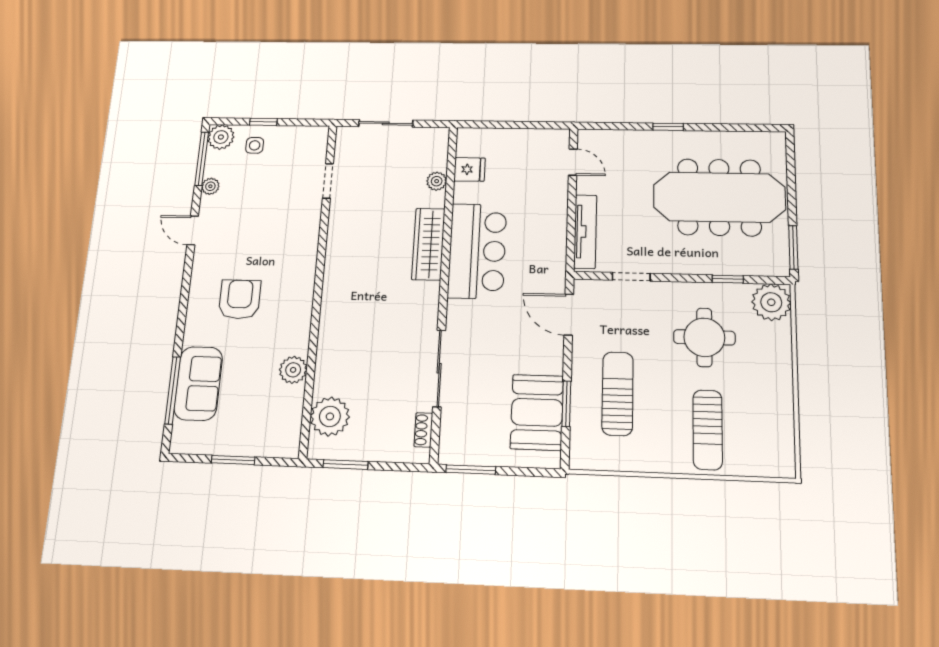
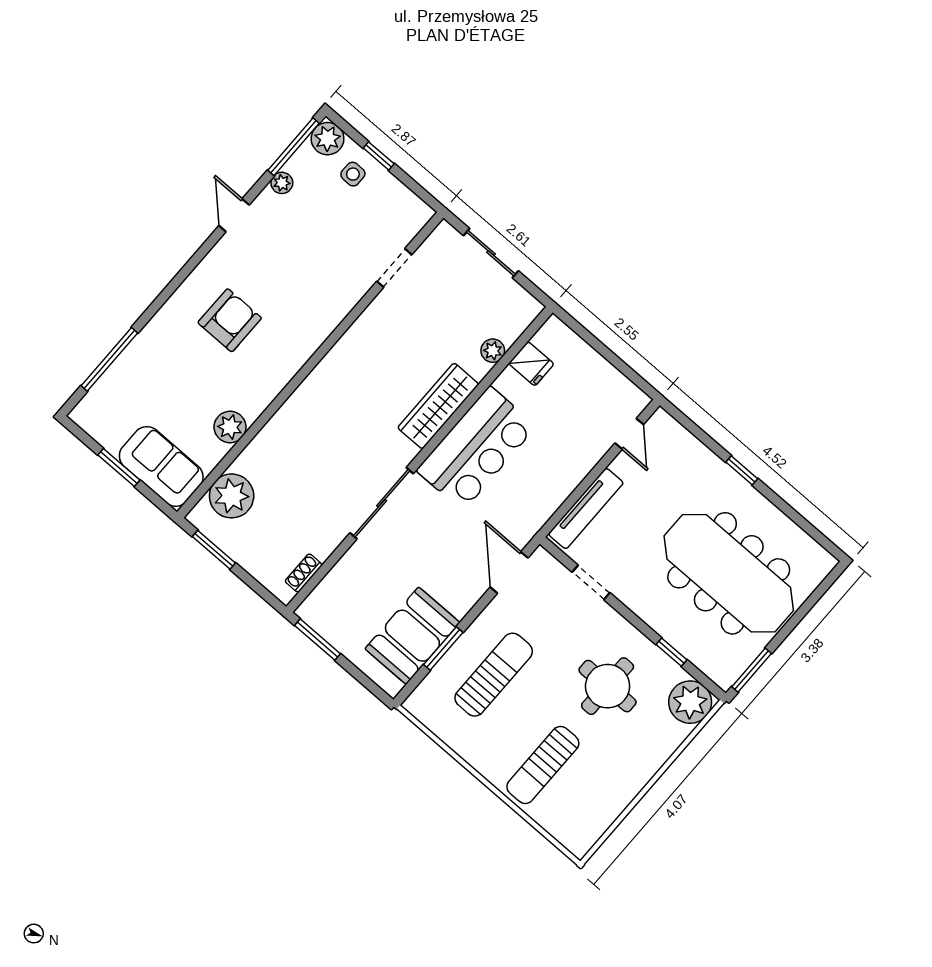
sliding door: (439, 368) -> (382, 503), moved
sofa: (198, 383) -> (161, 466), moved, turned -90

